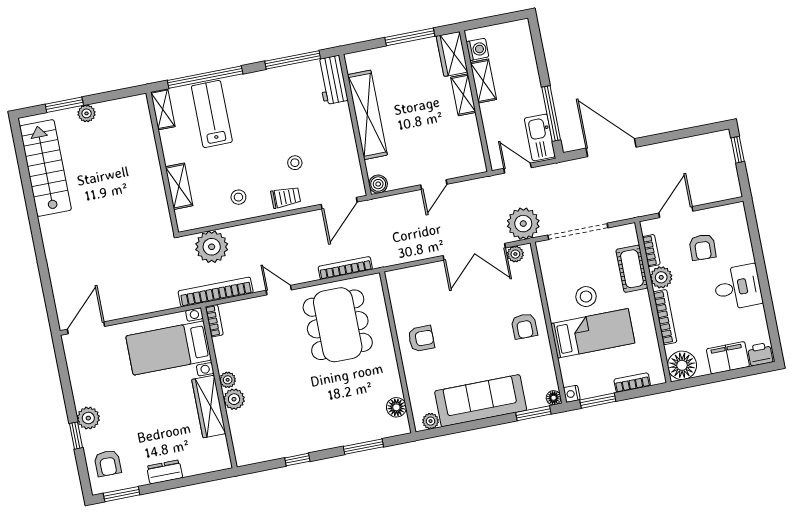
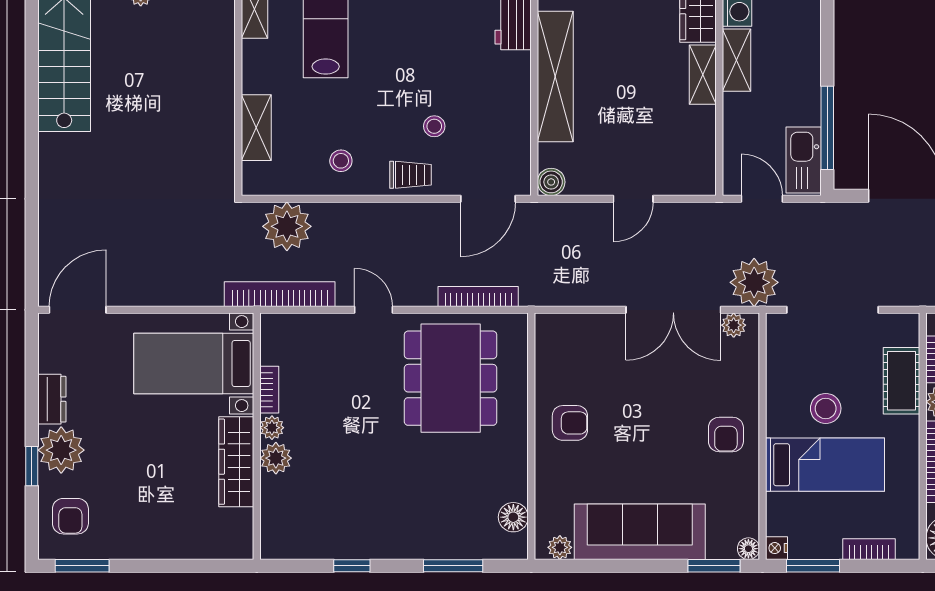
bookcase: (214, 321) -> (269, 390), moved
plant: (88, 418) -> (61, 450), width x1.36, depth x1.36
dresser: (165, 472) -> (52, 399), moved, turned 90

